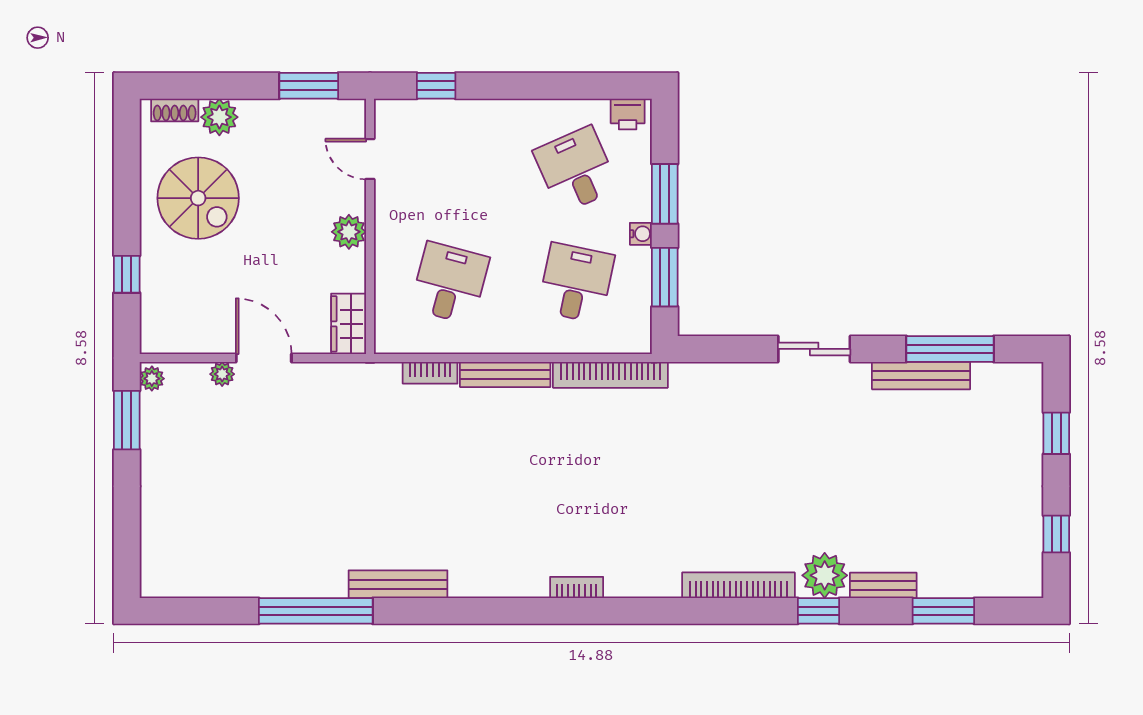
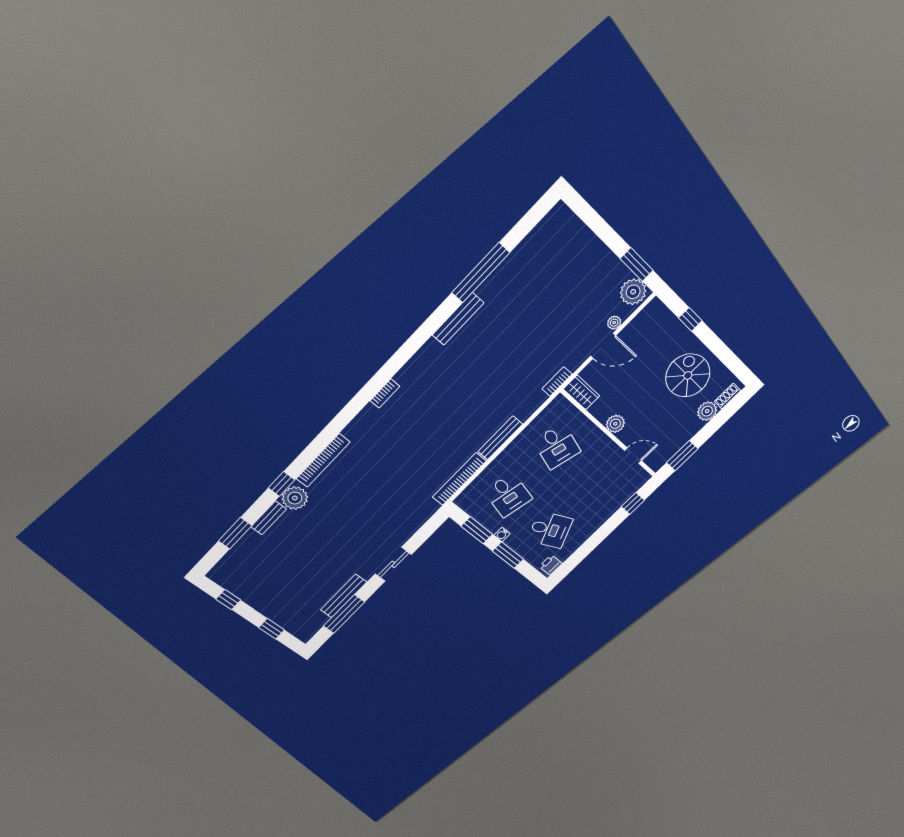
spiral stairs: (198, 198) -> (688, 375), turned 90
bookcase: (430, 373) -> (557, 381), moved
plant: (152, 379) -> (633, 292), width x1.88, depth x1.88

